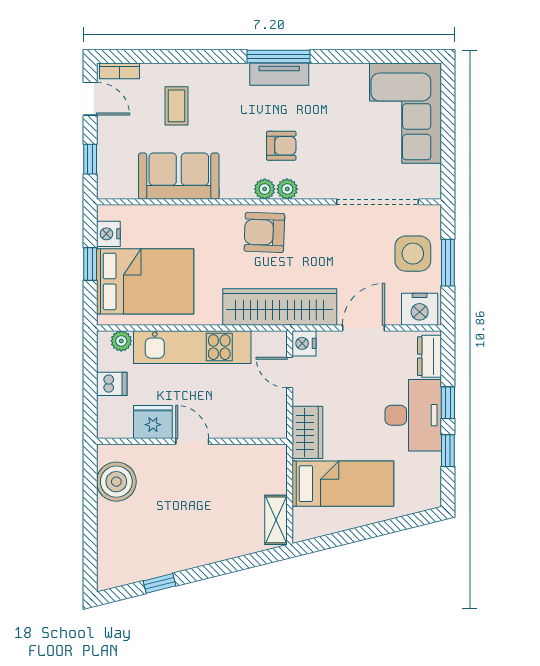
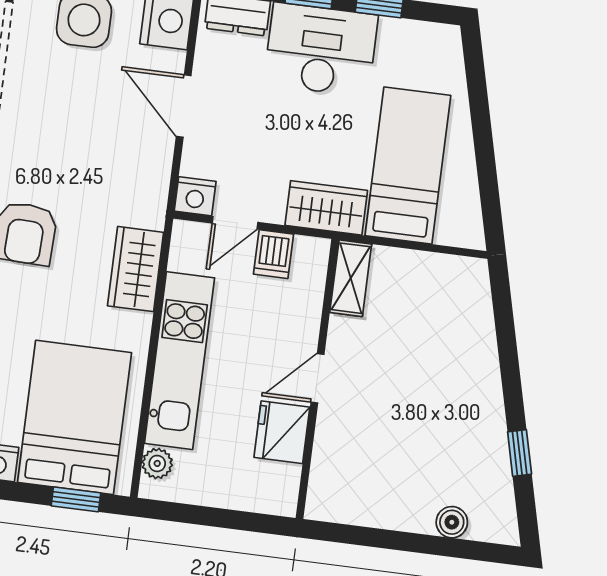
window: (90, 264) -> (76, 499), moved
wardrobe: (280, 307) -> (136, 269), width x0.48, depth x0.85
dishwasher: (112, 384) -> (273, 254), moved, turned 180
boiler: (116, 482) -> (452, 522), moved, width x0.54, depth x0.54
shelving: (276, 520) -> (351, 278), moved, turned 90

